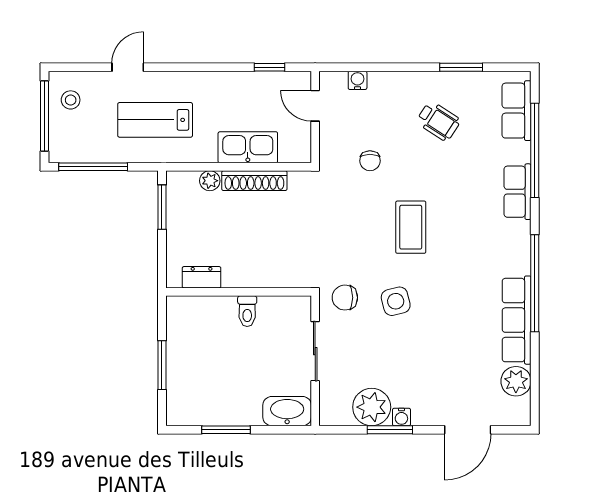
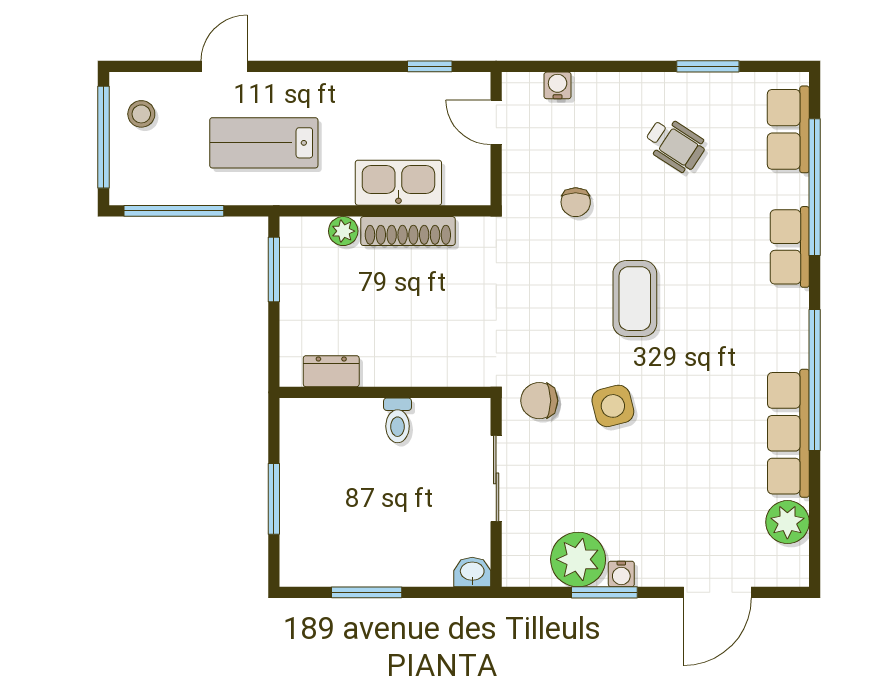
washbasin: (287, 411) -> (472, 572), width x0.52, depth x0.69

